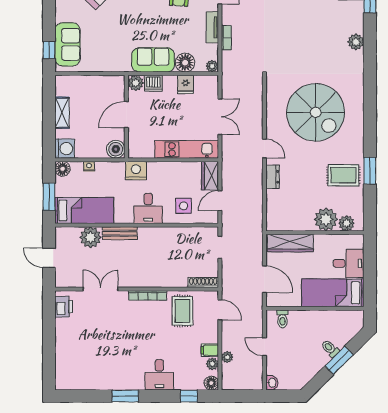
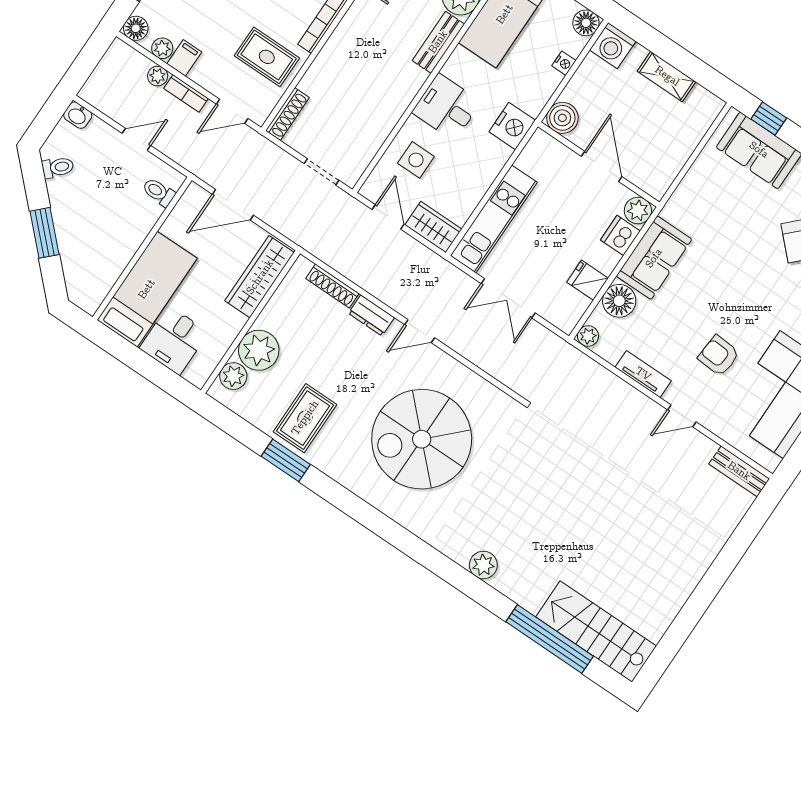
bookcase: (226, 38) -> (186, 93), moved
shoe rack: (271, 205) -> (332, 286), added
toilet: (330, 349) -> (58, 167), moved

